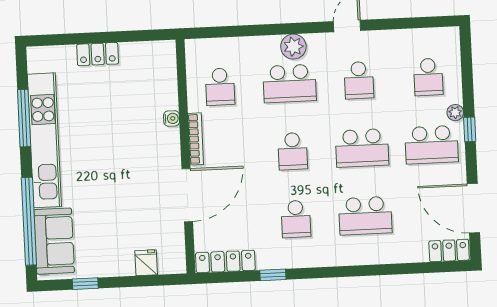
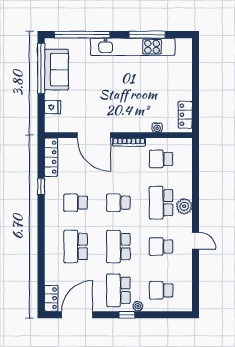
locker: (98, 54) -> (185, 115), moved
water cooler: (172, 118) -> (157, 127), moved
sofa: (54, 241) -> (56, 70), moved, turned -90
window: (85, 284) -> (41, 68), width x3.17

